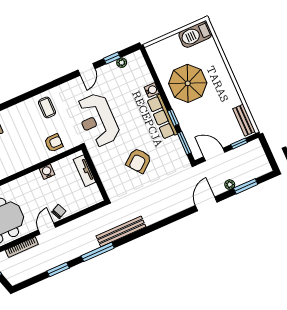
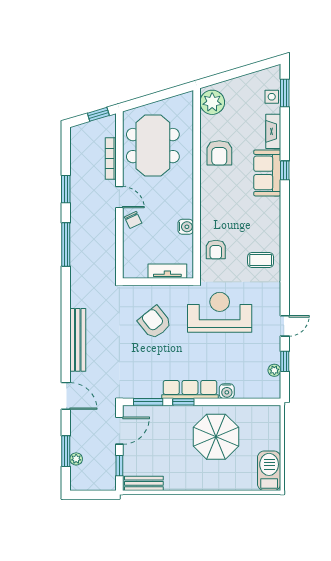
door: (87, 69) -> (285, 326), swing flipped
armchair: (139, 160) -> (155, 322), moved
plant: (230, 185) -> (76, 459), moved
bench: (121, 231) -> (78, 340), moved

